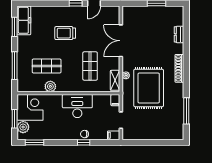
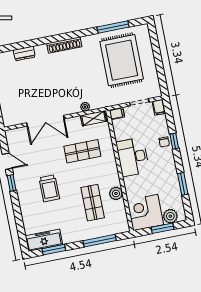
rug: (149, 88) -> (122, 60), moved, turned 90
window: (34, 142) -> (183, 184), moved

